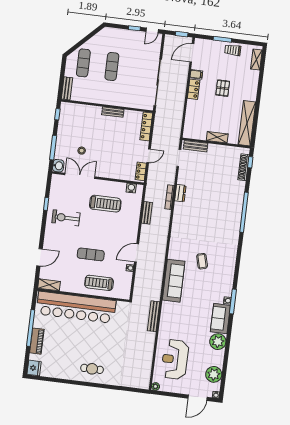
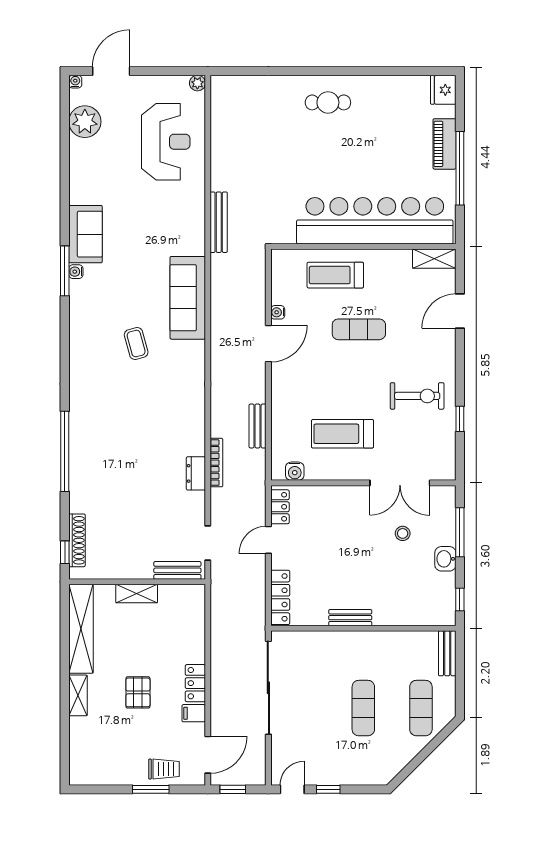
trolley: (233, 50) -> (164, 769), moved
shelving: (256, 59) -> (78, 695), moved
washbasin: (58, 166) -> (445, 559), moved
treadmill: (99, 283) -> (335, 275), turned 180
plant: (218, 342) -> (85, 188), removed

